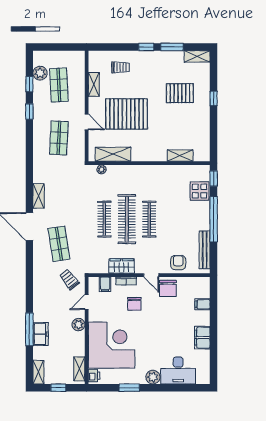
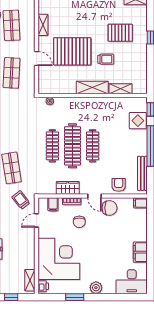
trolley: (120, 67) -> (106, 59), moved
shelving: (113, 154) -> (92, 88), moved
chair: (168, 288) -> (109, 208), turned -90
filing cabinet: (202, 304) -> (140, 203), moved
plant: (78, 325) -> (29, 240), removed
desk: (178, 371) -> (132, 282), moved

